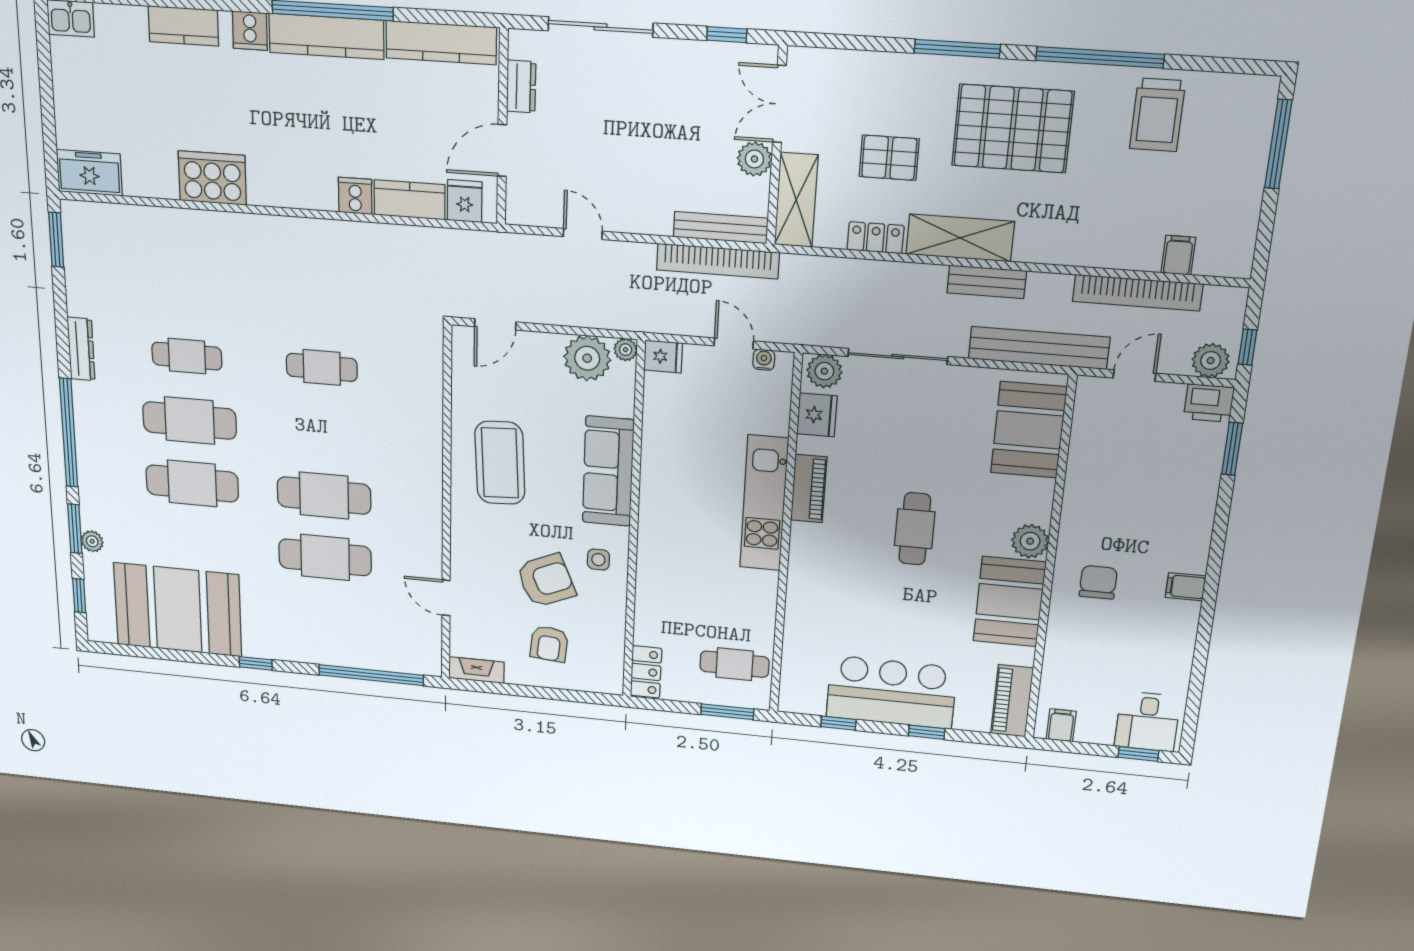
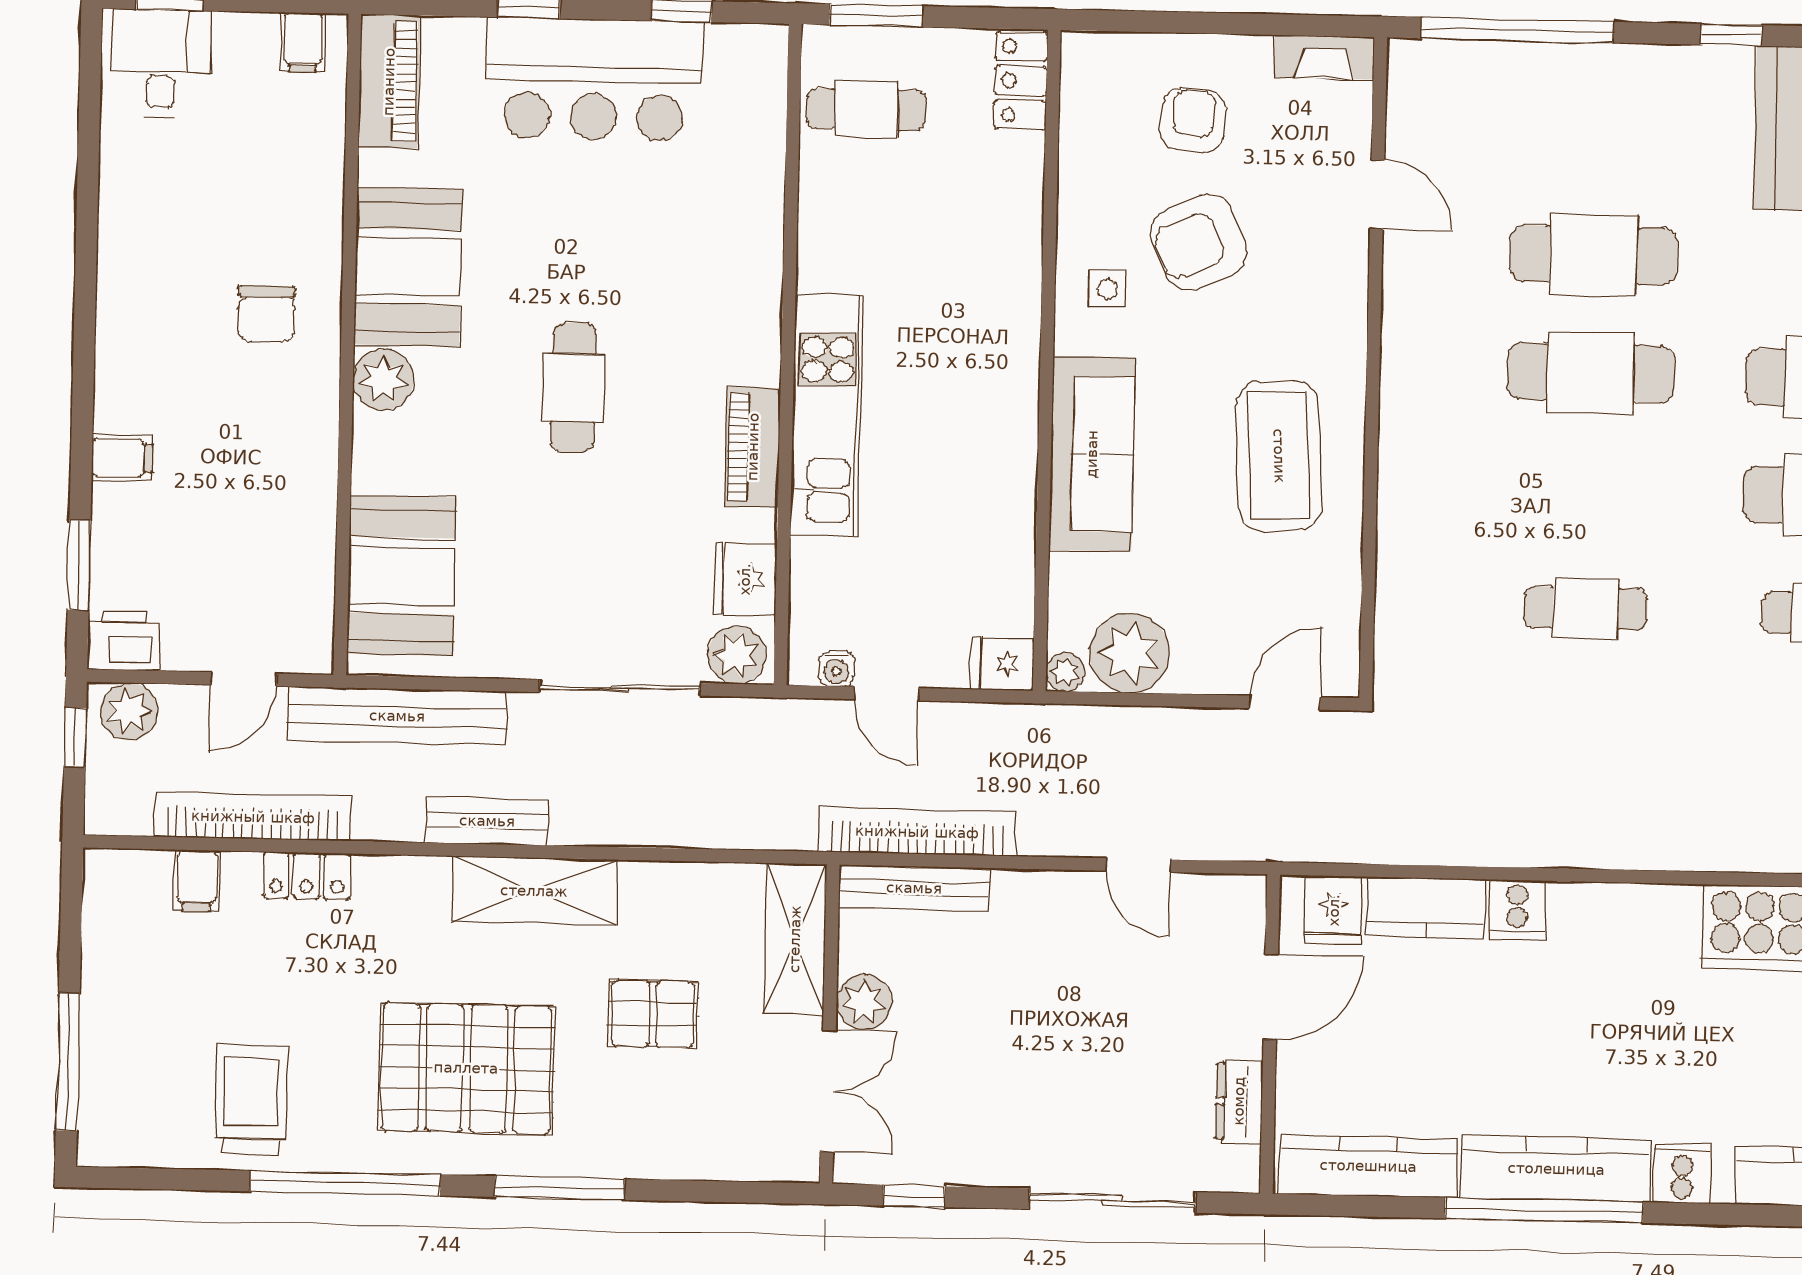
locker: (876, 238) -> (307, 876), moved
filing cabinet: (1186, 587) -> (122, 458), moved

